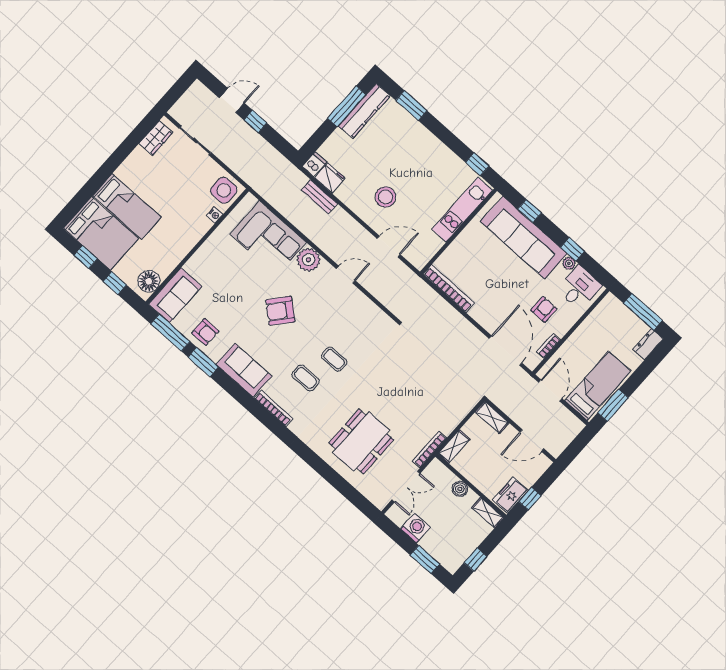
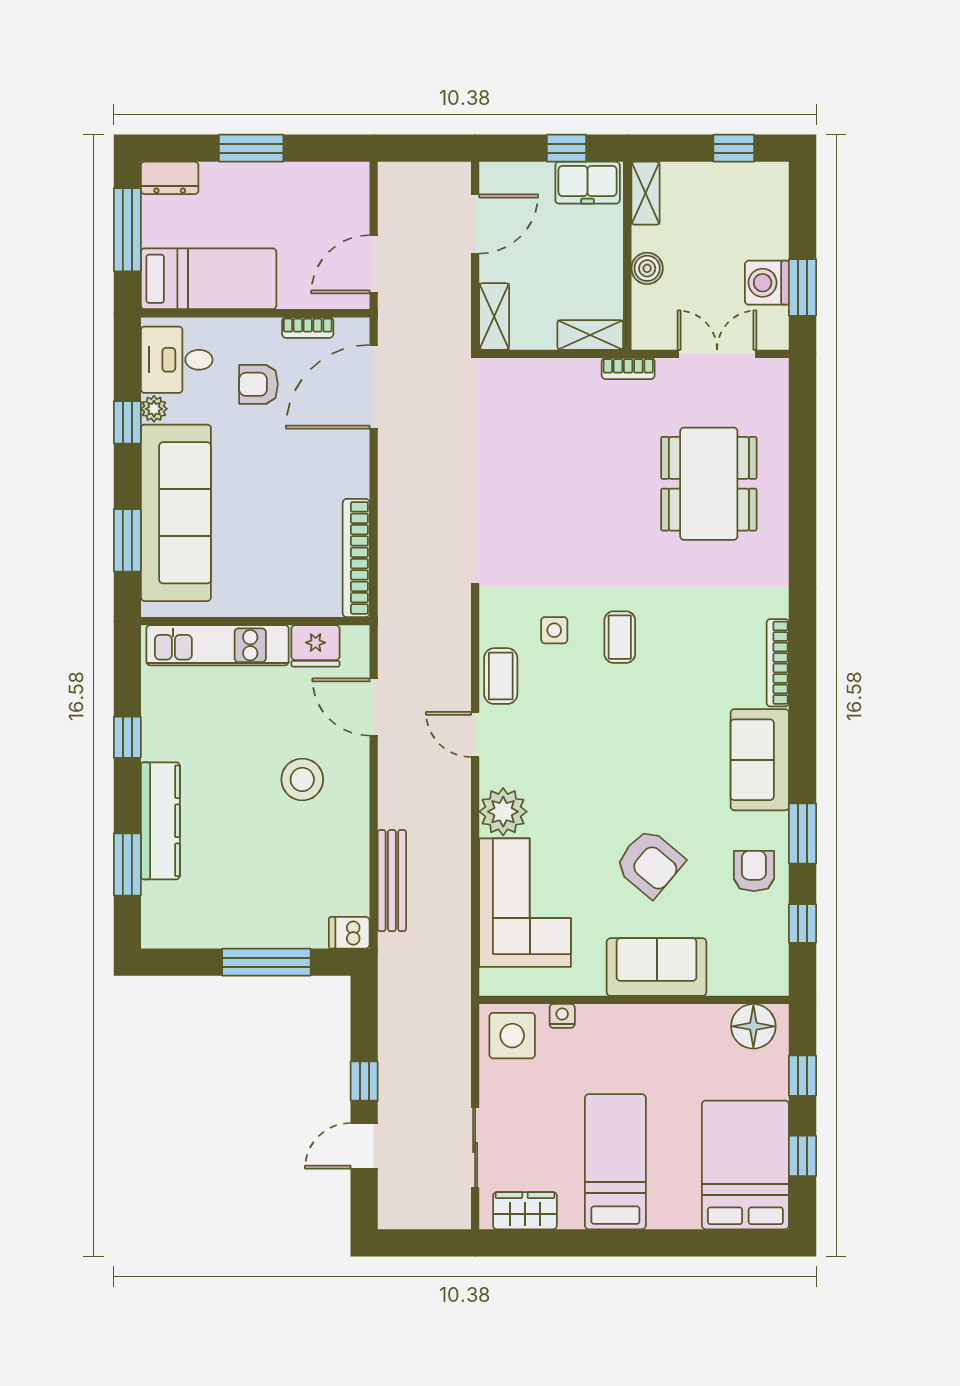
door: (232, 100) -> (364, 1146), hinge flipped
window: (347, 106) -> (266, 962), moved
kitchen counter: (364, 111) -> (160, 821), moved, turned 90
window: (477, 164) -> (127, 737), moved
fridge: (330, 178) -> (316, 646), moved, turned -90
bench: (319, 197) -> (392, 881), width x1.36
bed: (127, 206) -> (615, 1162), moved
window: (530, 211) -> (127, 540), width x1.50
sofa: (175, 295) -> (657, 967), moved
armchair: (280, 311) -> (650, 863), moved
window: (170, 333) -> (803, 923), width x0.46
side table: (358, 337) -> (554, 630), added
coffee table: (306, 378) -> (501, 676), moved
bed: (598, 386) -> (209, 279), moved, turned 180
window: (613, 405) -> (251, 148), moved
dining table: (361, 441) -> (709, 484), turned 90
door: (532, 441) -> (475, 224), hinge flipped
bookcase: (429, 449) -> (628, 369), width x0.64
window: (425, 560) -> (803, 287), moved

